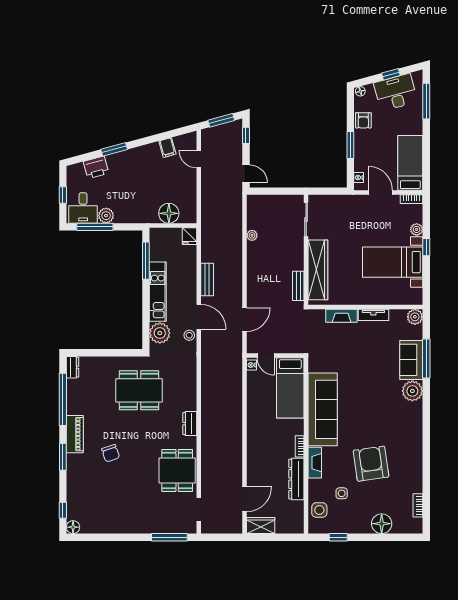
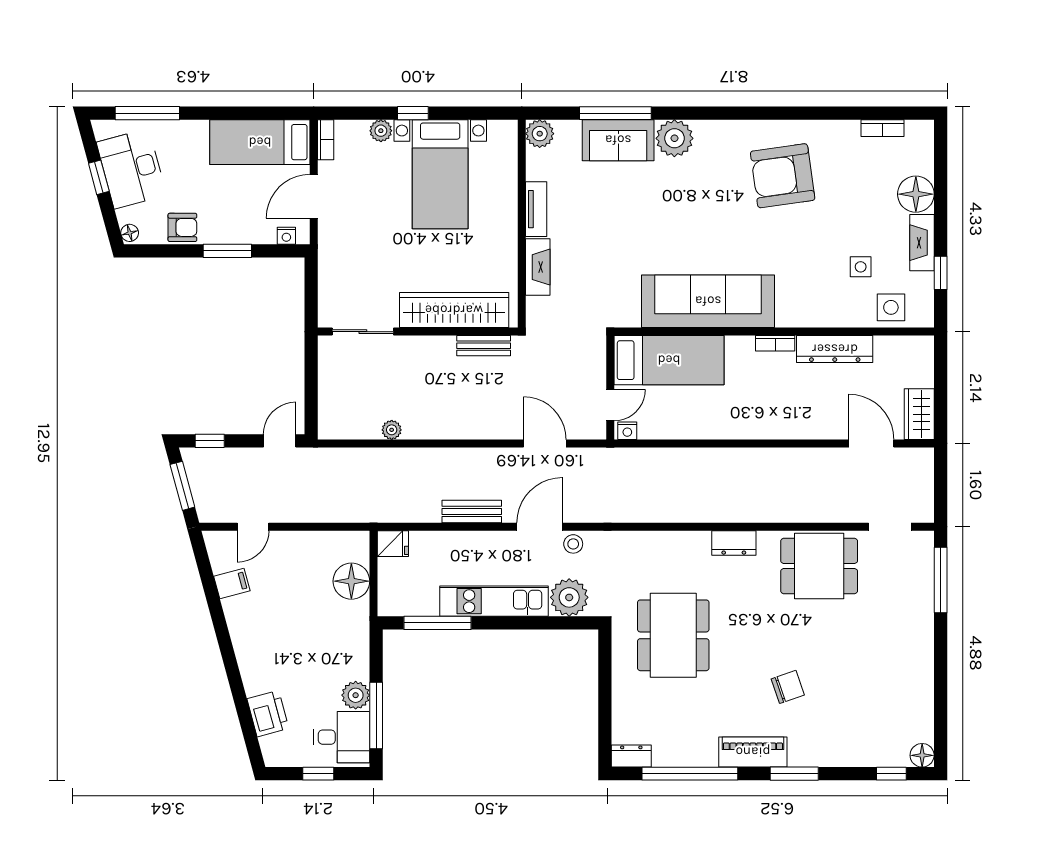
window: (114, 149) -> (235, 681), removed
fireplace: (315, 463) -> (922, 243), moved, turned -90
armchair: (371, 464) -> (783, 176), moved

